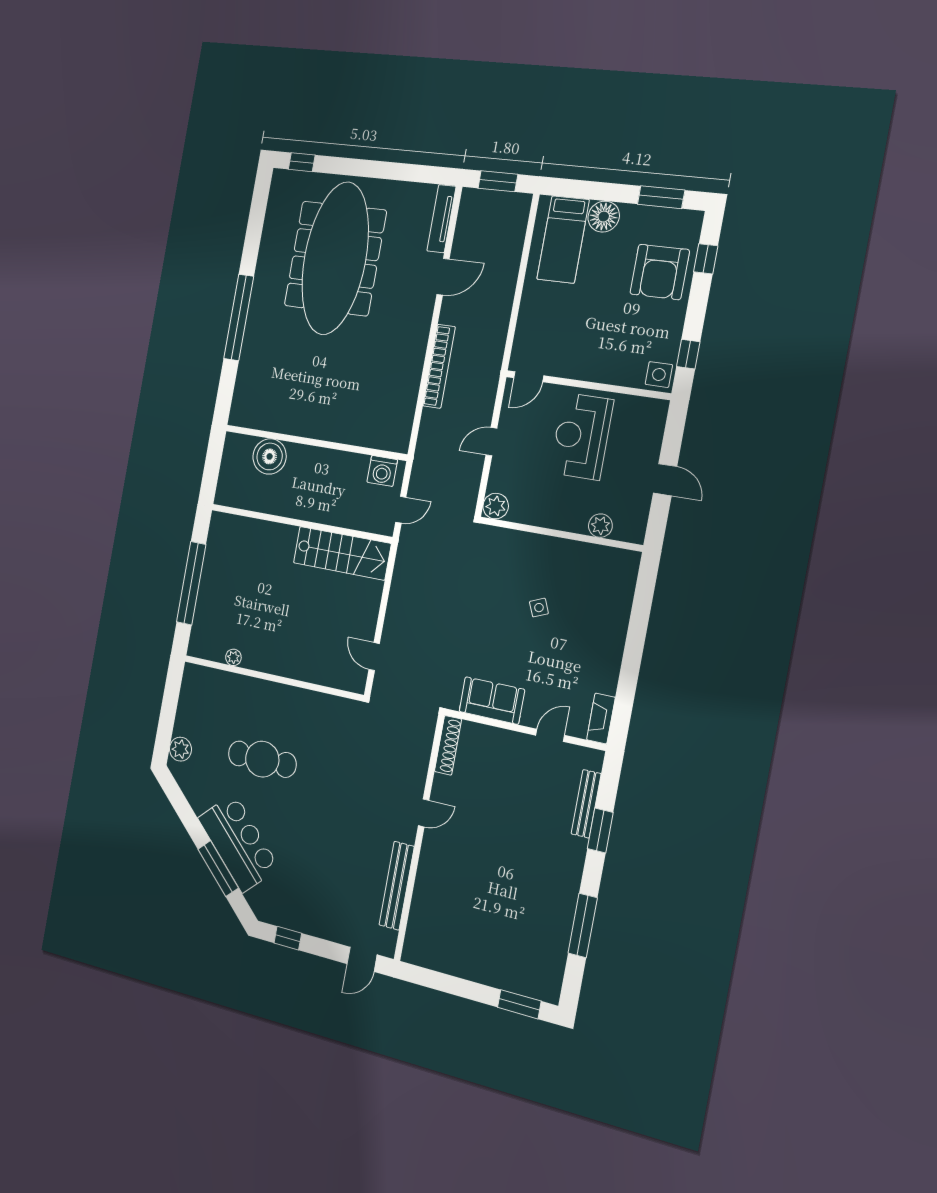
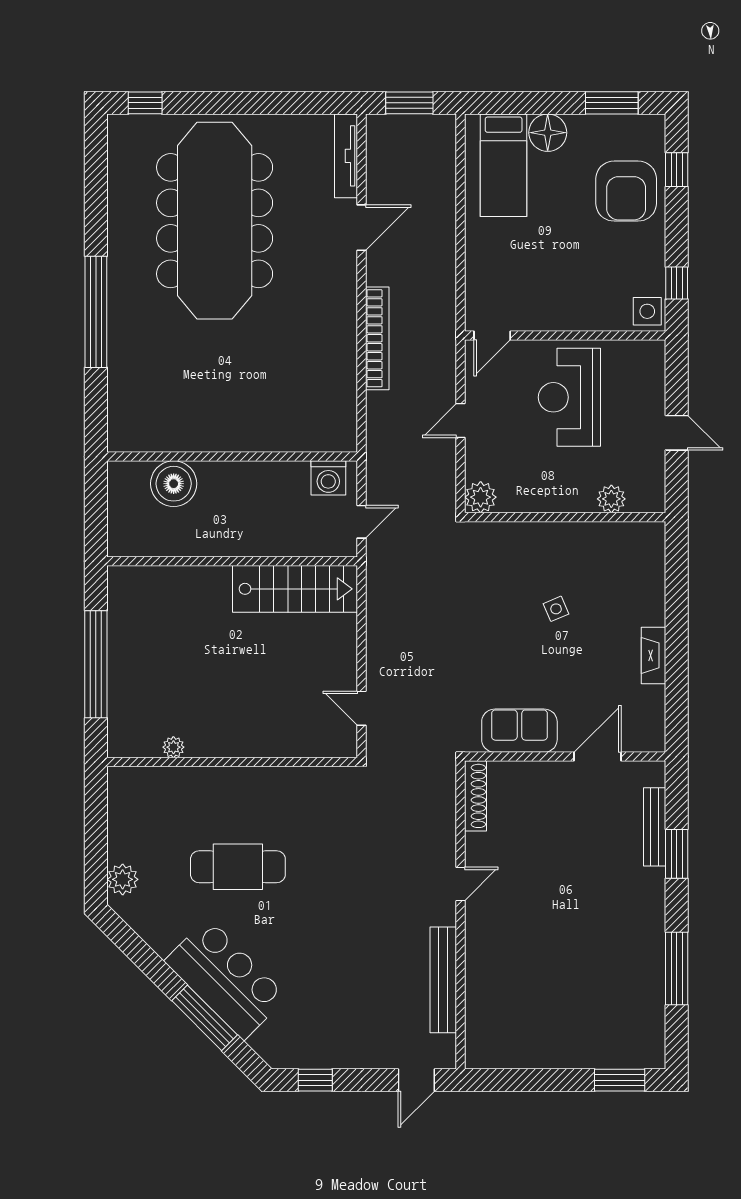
fireplace: (601, 719) -> (654, 655), moved
door: (550, 735) -> (597, 757), width x1.38

